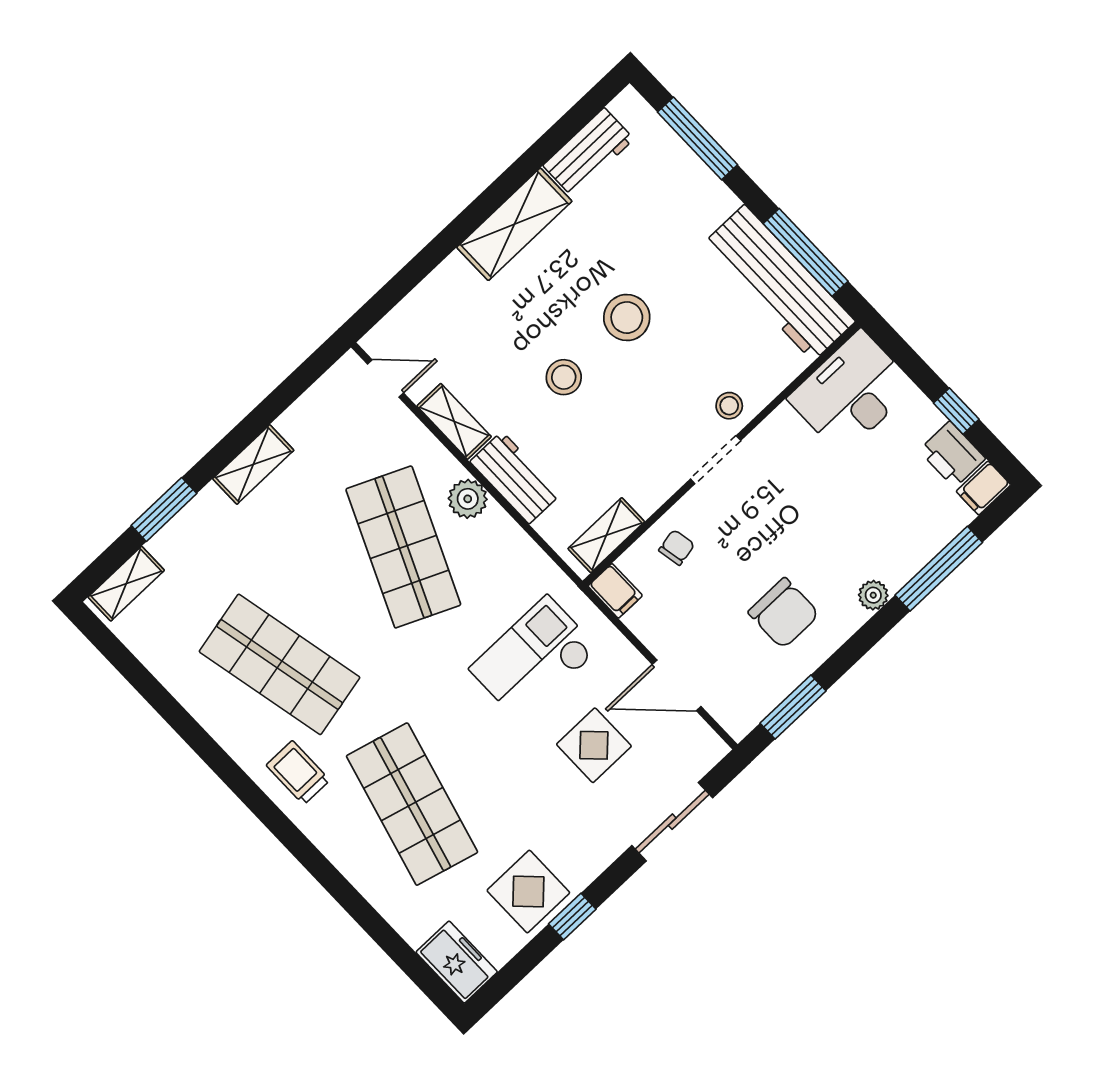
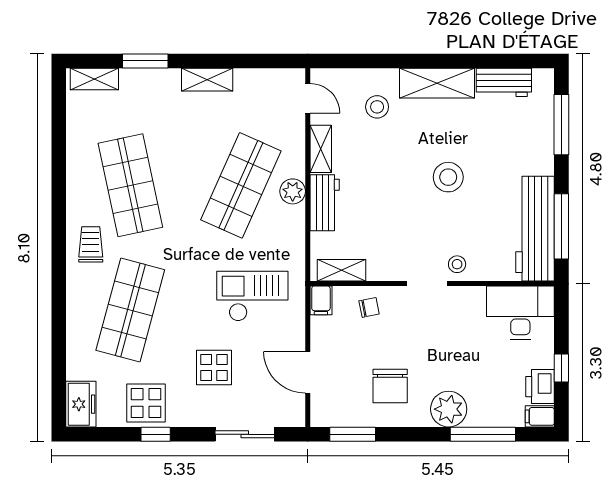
stool: (564, 377) -> (377, 107), moved
plant: (873, 595) -> (449, 409), width x1.87, depth x1.87
display table: (594, 745) -> (214, 368), moved

